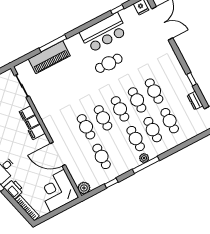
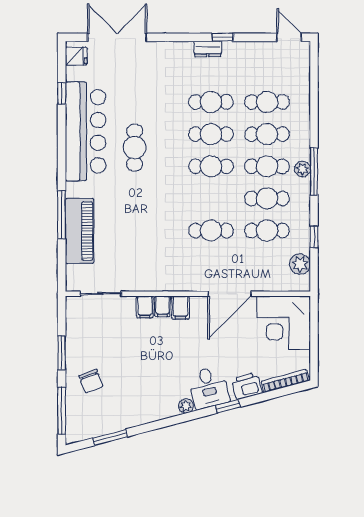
bar counter: (104, 33) -> (86, 131), width x1.36
dresser: (195, 101) -> (208, 49), moved
cafe table: (103, 118) -> (267, 198), moved
plant: (84, 188) -> (300, 264), moved

